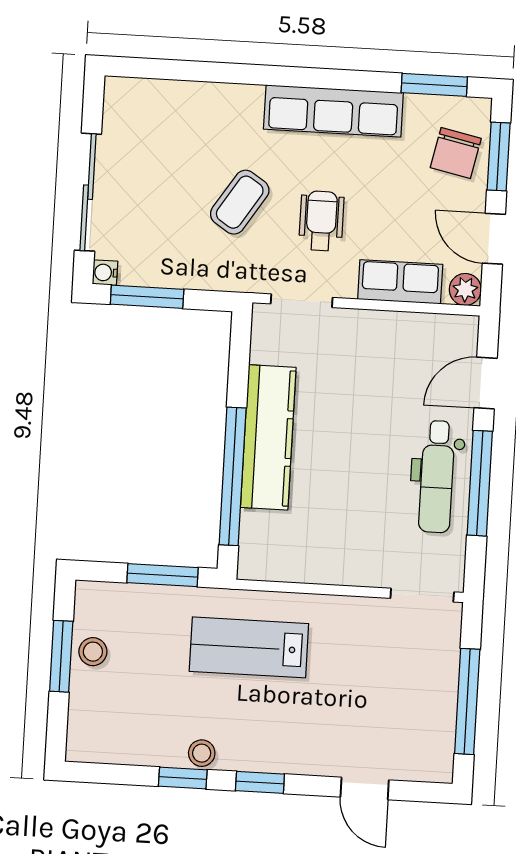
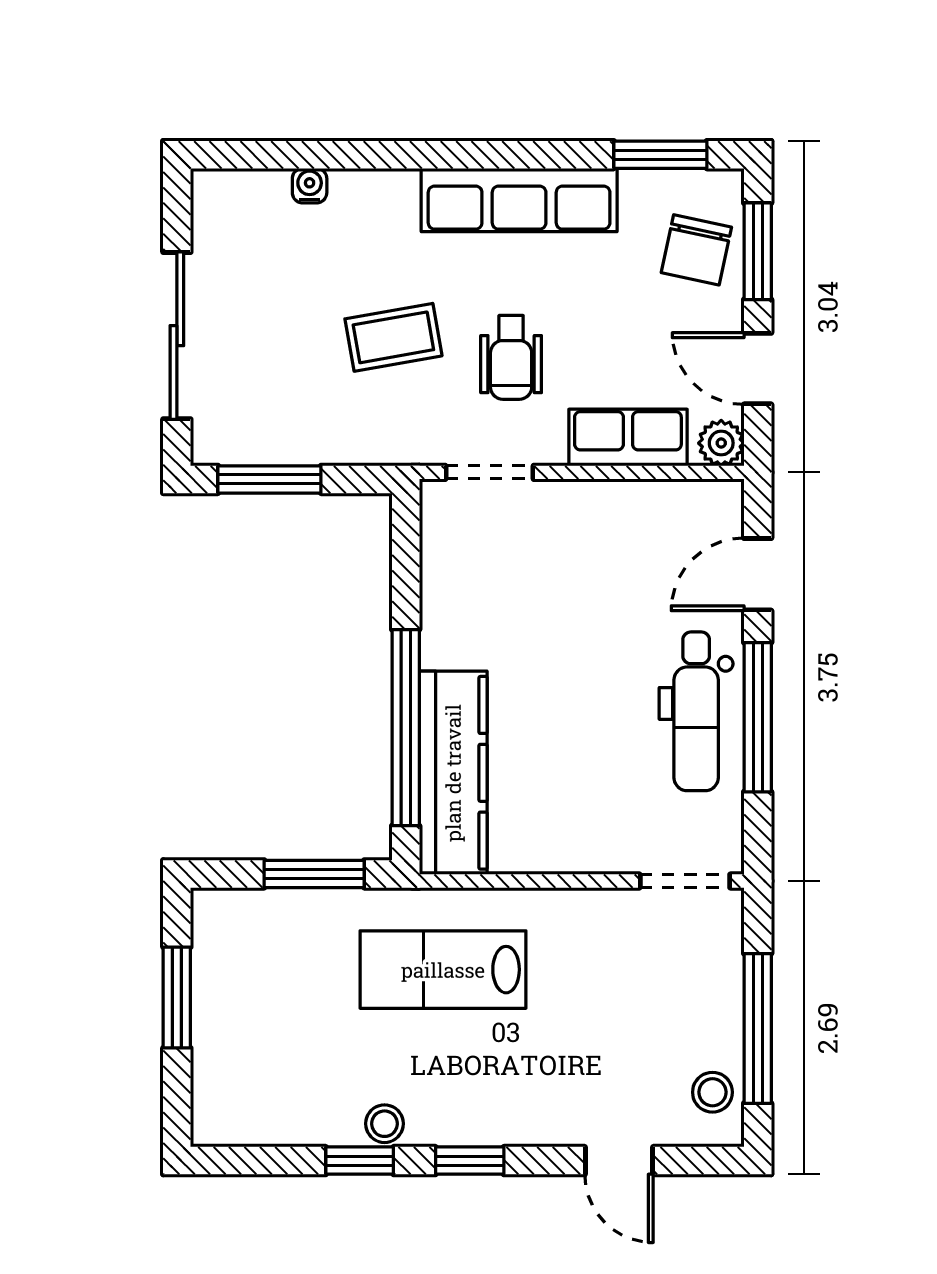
coffee table: (240, 202) -> (393, 337), turned 47
wheelchair: (321, 221) -> (511, 357), turned 180
water cooler: (105, 273) -> (310, 186), moved, turned 90
kitchen counter: (268, 437) -> (453, 773), moved
stool: (93, 652) -> (712, 1092), moved

